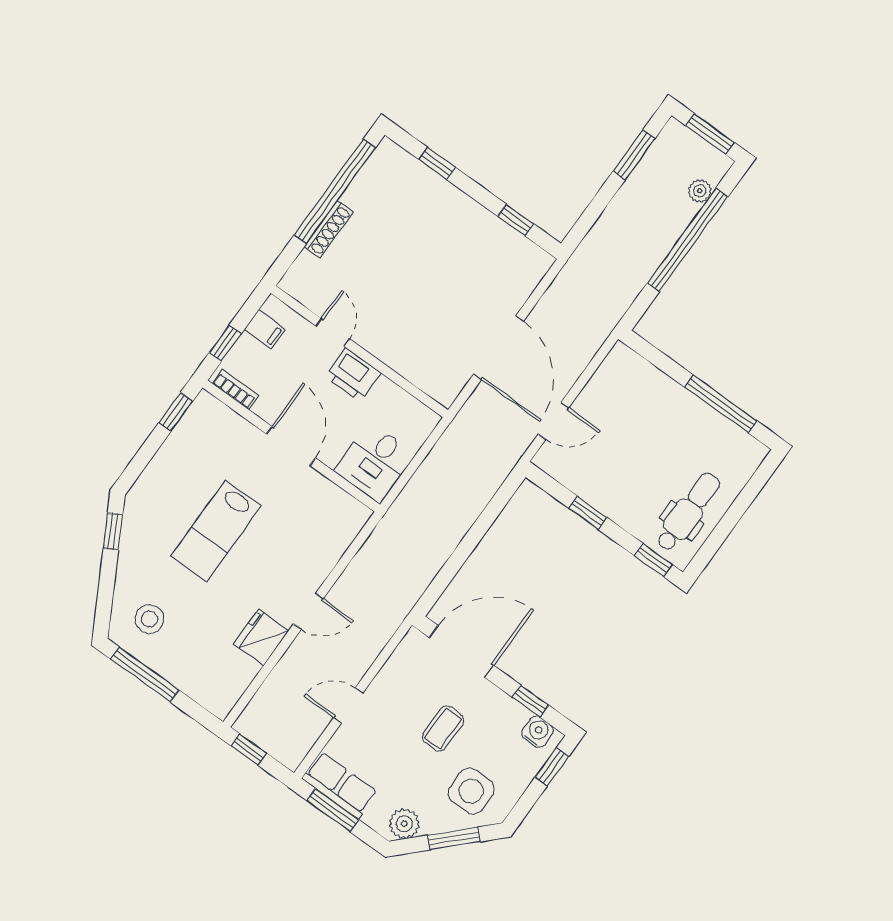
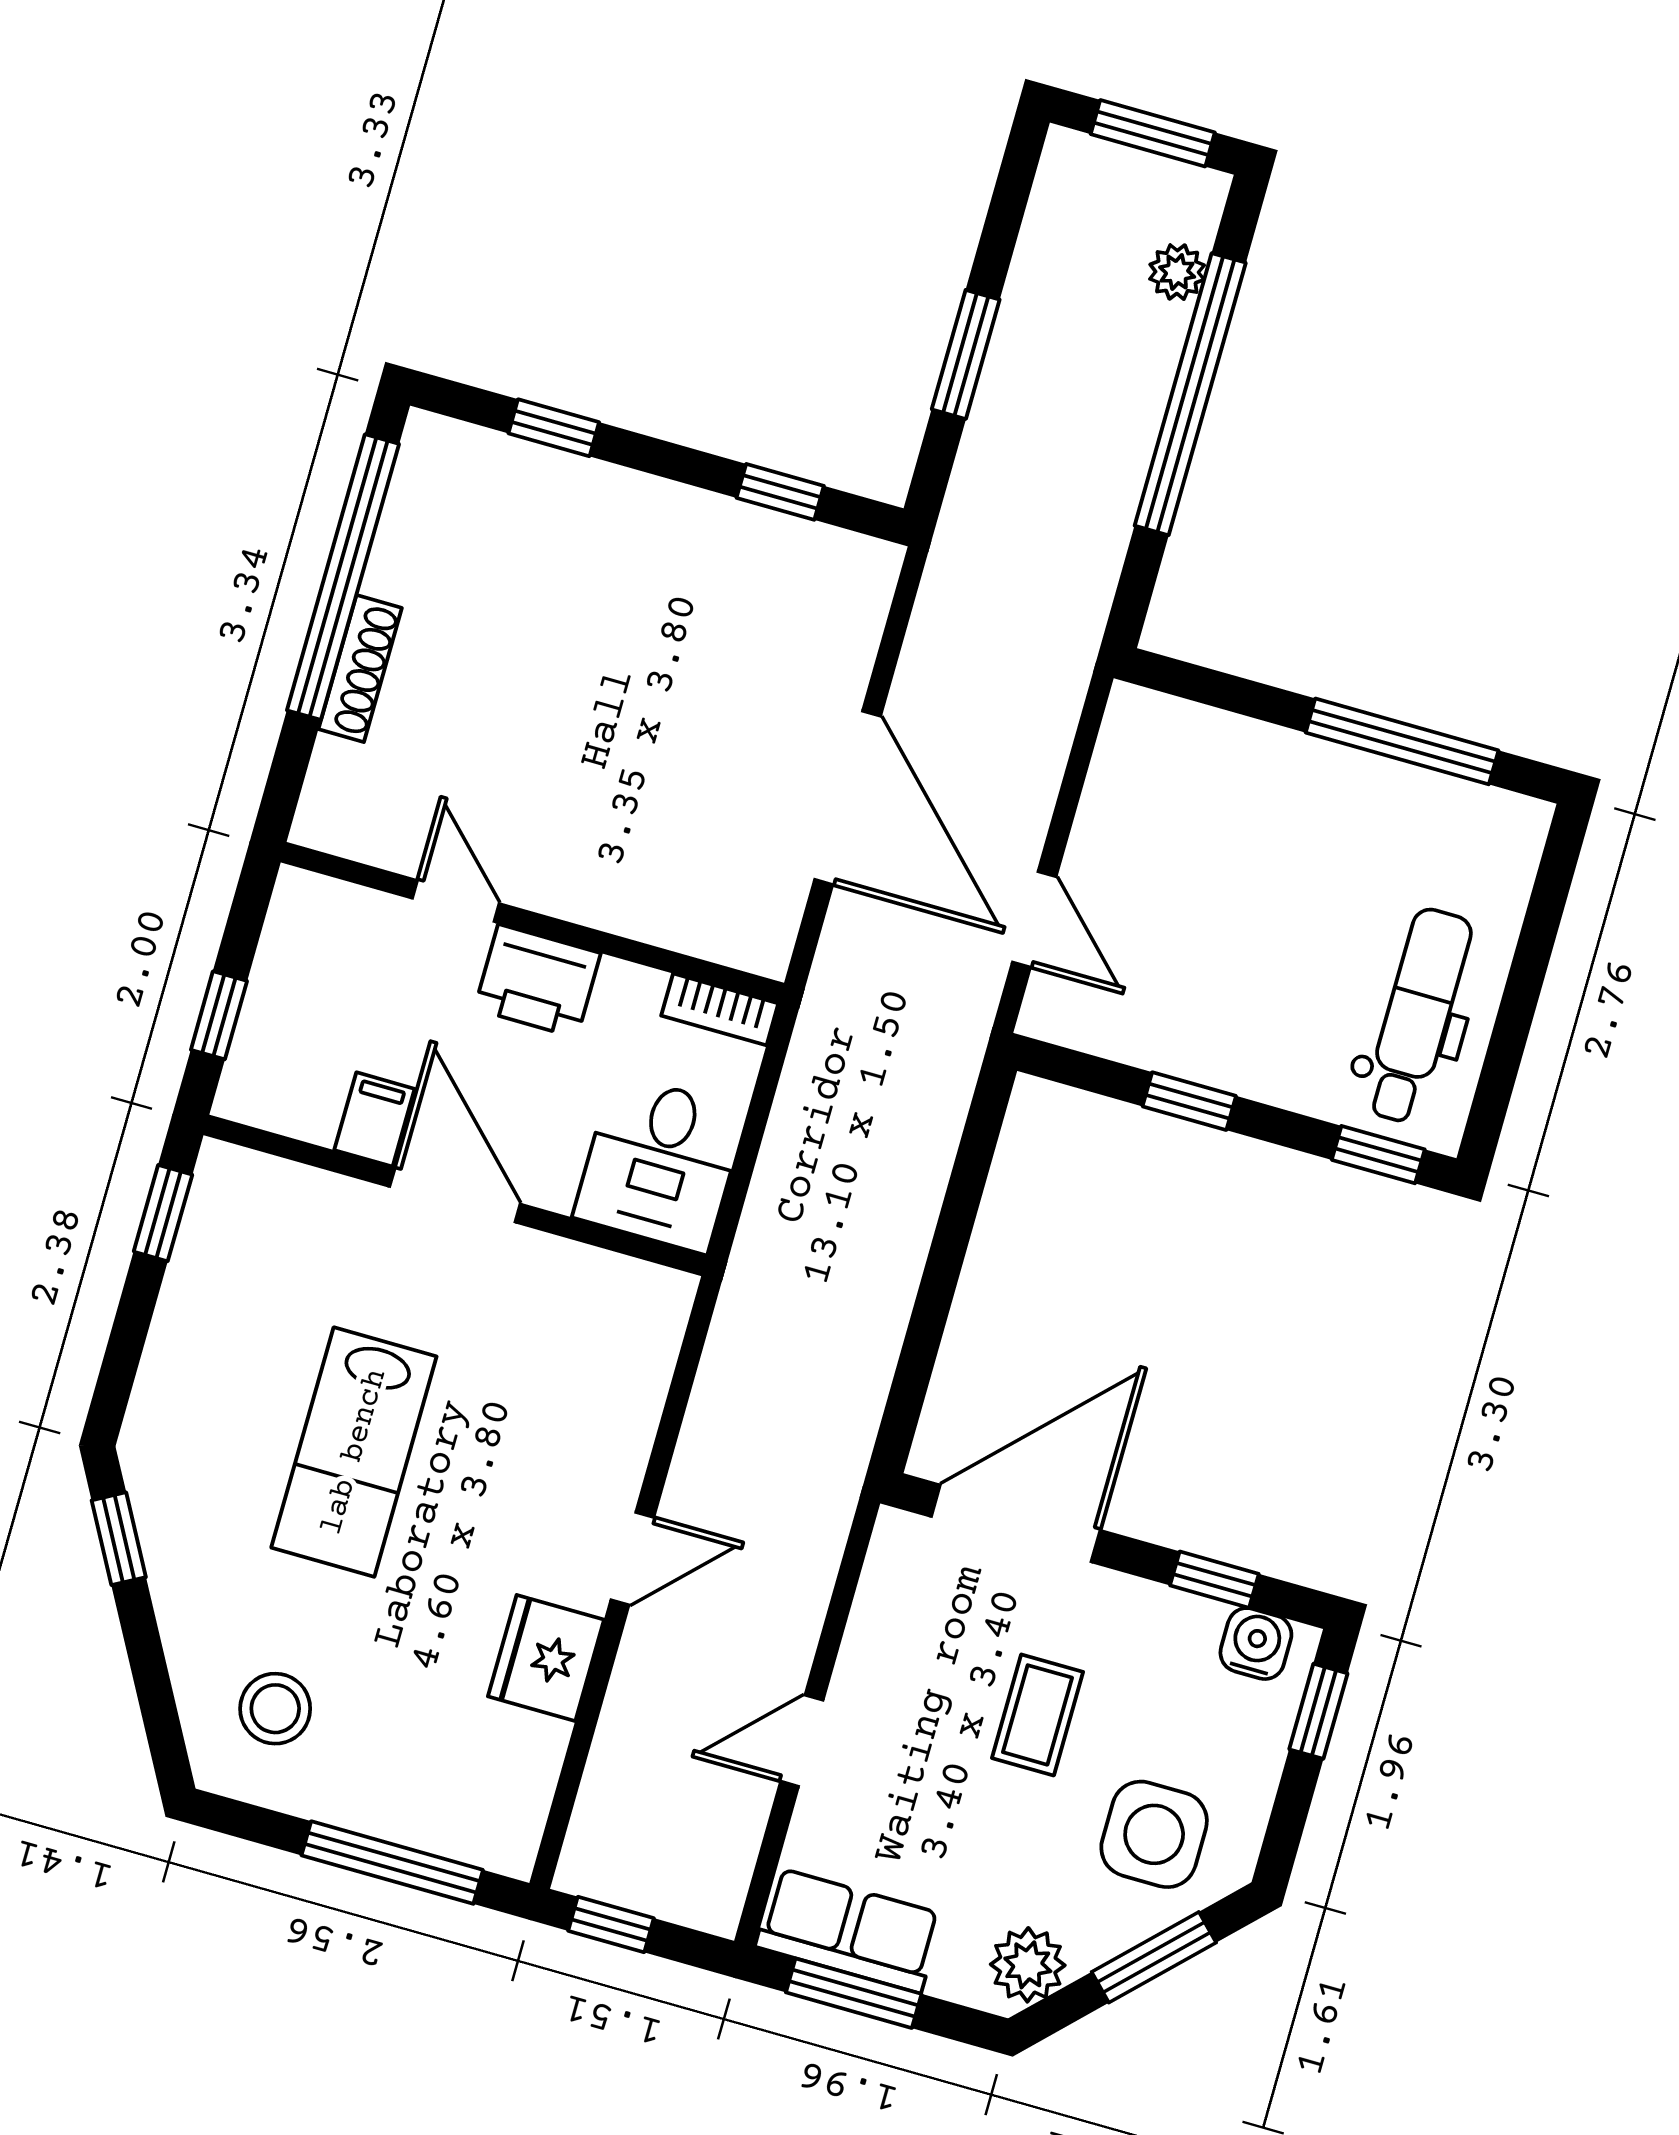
window: (634, 155) -> (966, 354), moved
filing cabinet: (265, 329) -> (374, 1119), moved, turned -90
bookcase: (235, 389) -> (720, 1009), moved, turned 180
door: (554, 421) -> (1034, 919), hinge flipped
window: (145, 674) -> (392, 1863), moved

